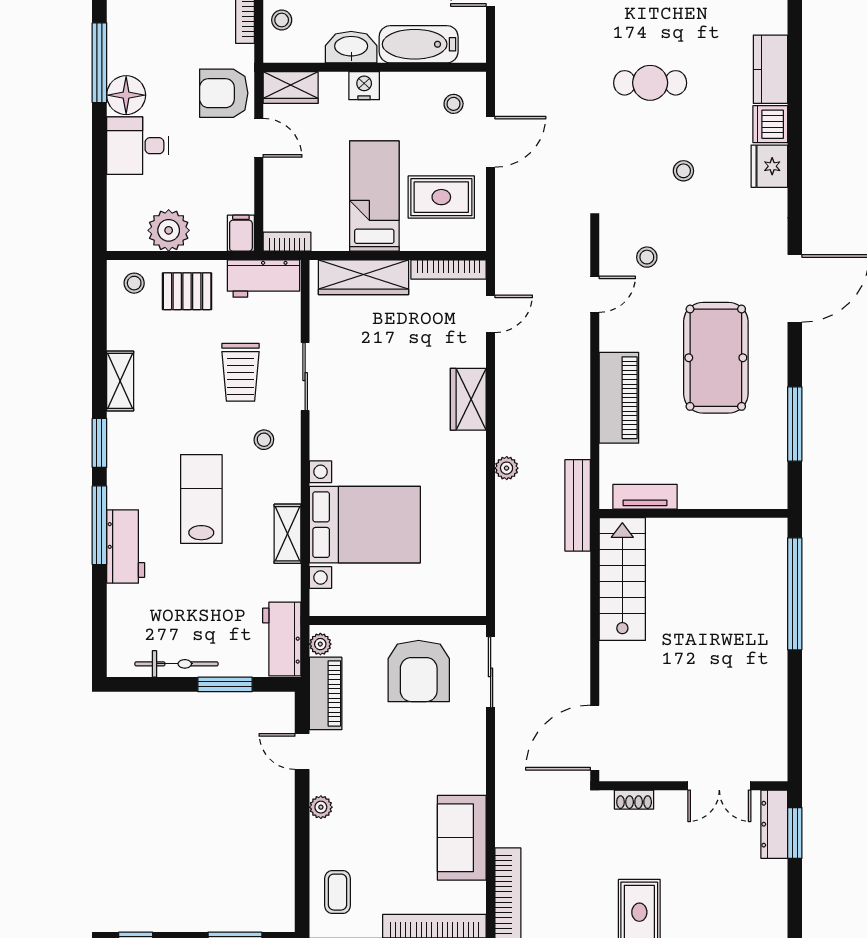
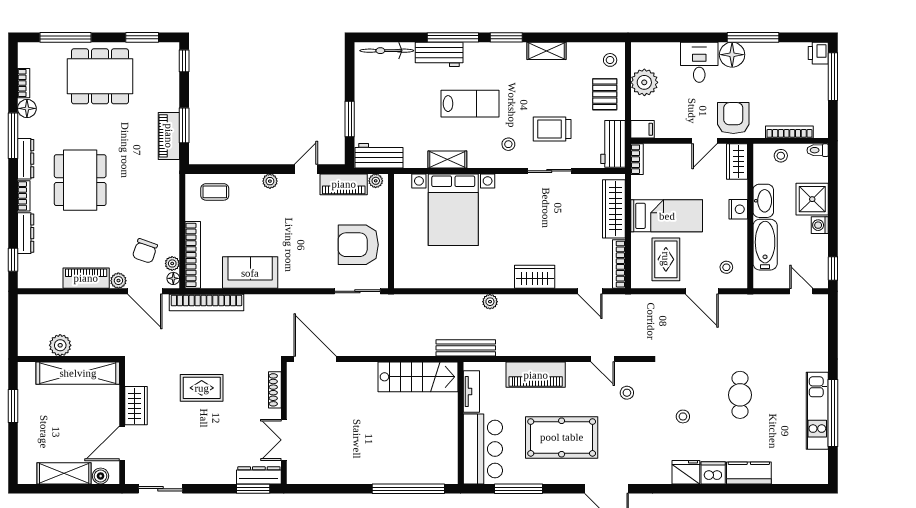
bar counter: (734, 479) -> (483, 449), added
bicycle: (176, 664) -> (387, 51), moved, turned 90
shoe rack: (634, 800) -> (275, 390), width x1.43

